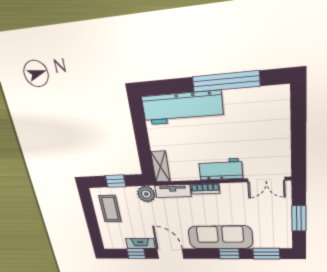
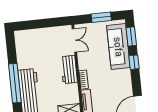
window: (226, 81) -> (15, 83), moved
sofa: (220, 237) -> (118, 47), moved

